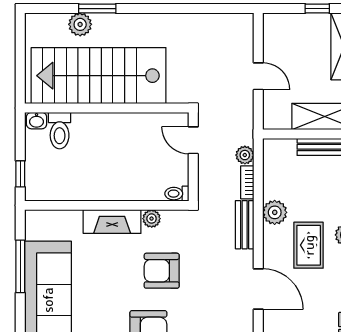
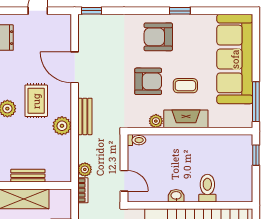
washbasin: (37, 121) -> (176, 196), moved
toilet: (60, 131) -> (207, 188), moved
bookcase: (247, 182) -> (83, 190), moved
coffee table: (113, 265) -> (185, 86), added
window: (20, 266) -> (256, 102), moved

